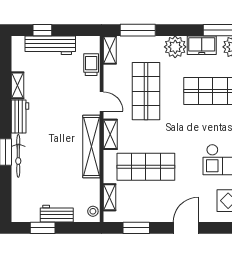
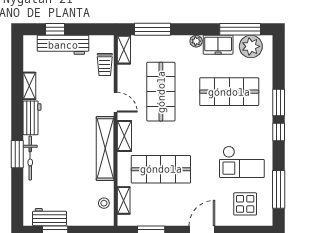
plant: (175, 47) -> (196, 41), width x0.53, depth x0.53
trolley: (91, 65) -> (105, 65), turned 180
stool: (93, 211) -> (104, 203), moved
workbench: (57, 214) -> (49, 217), moved

